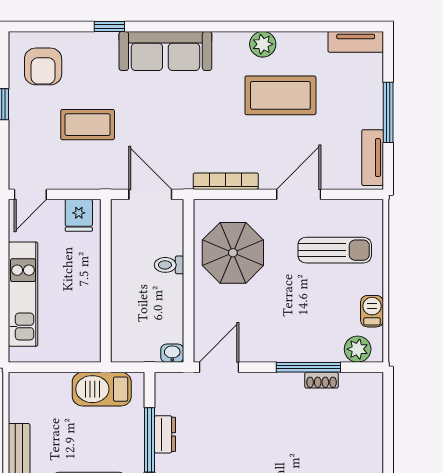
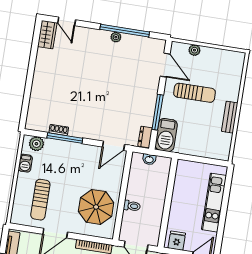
sun lounger: (335, 250) -> (40, 200), turned -90
washbasin: (172, 353) -> (149, 159), moved
barbecue: (102, 389) -> (166, 135), moved, turned 90
dresser: (165, 434) -> (145, 137), moved

